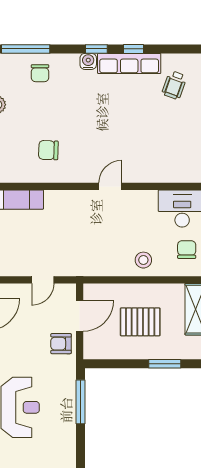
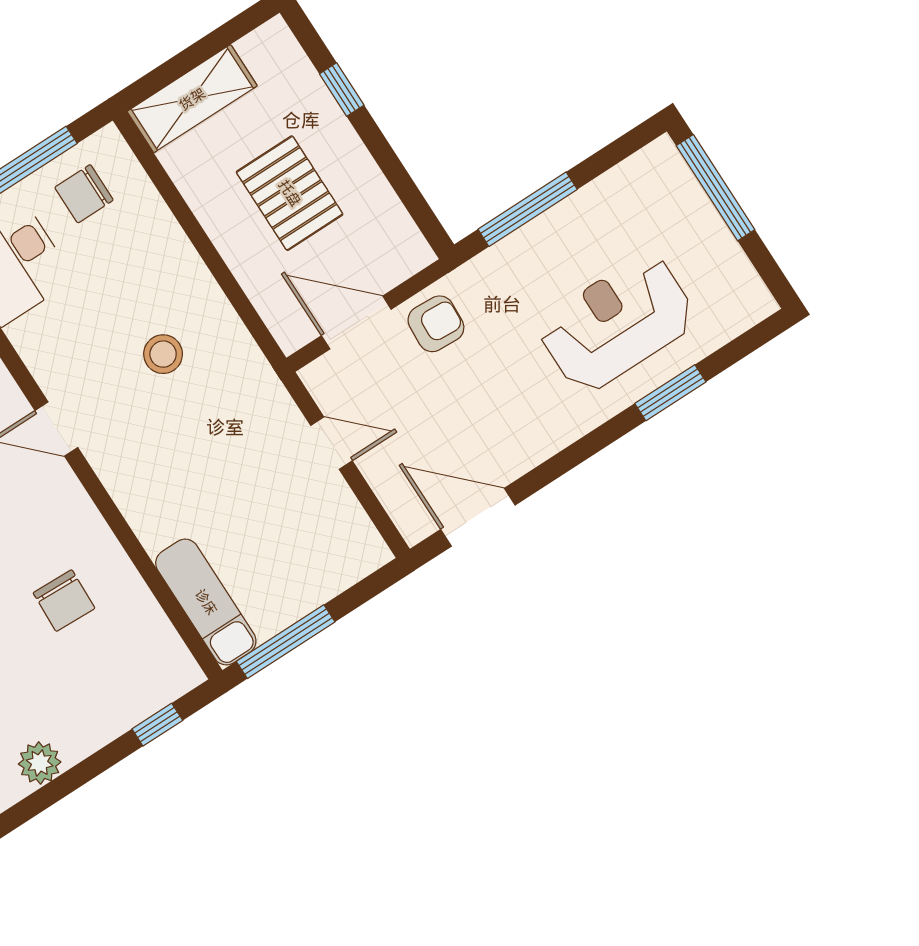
stool: (143, 260) -> (163, 354), moved
armchair: (61, 344) -> (436, 324), turned -87
window: (165, 364) -> (342, 90), width x0.67

